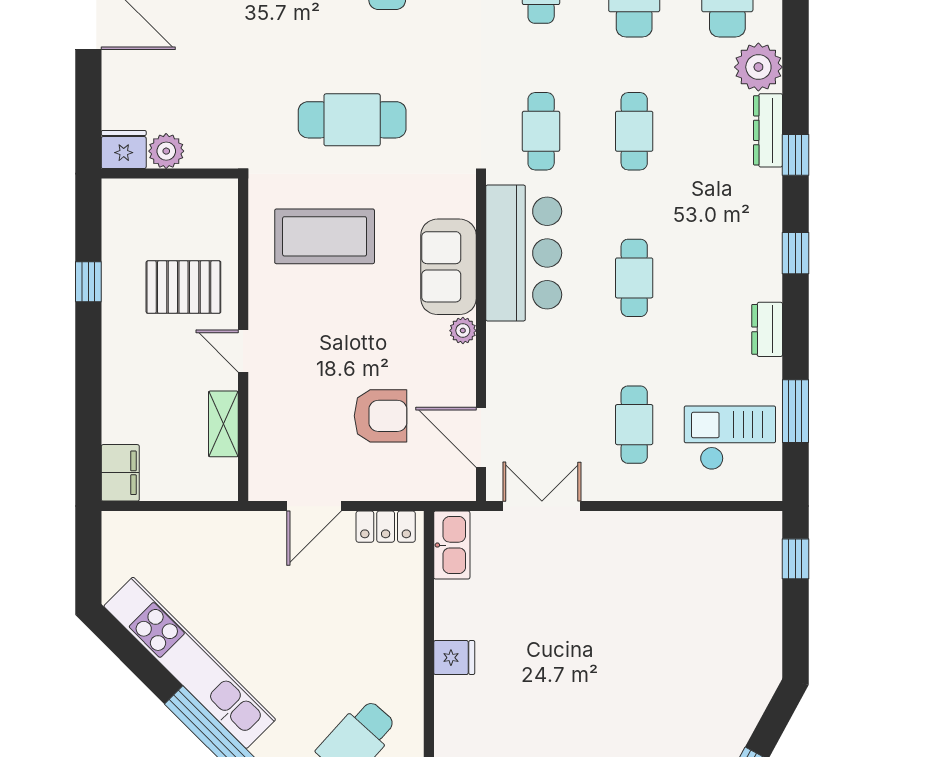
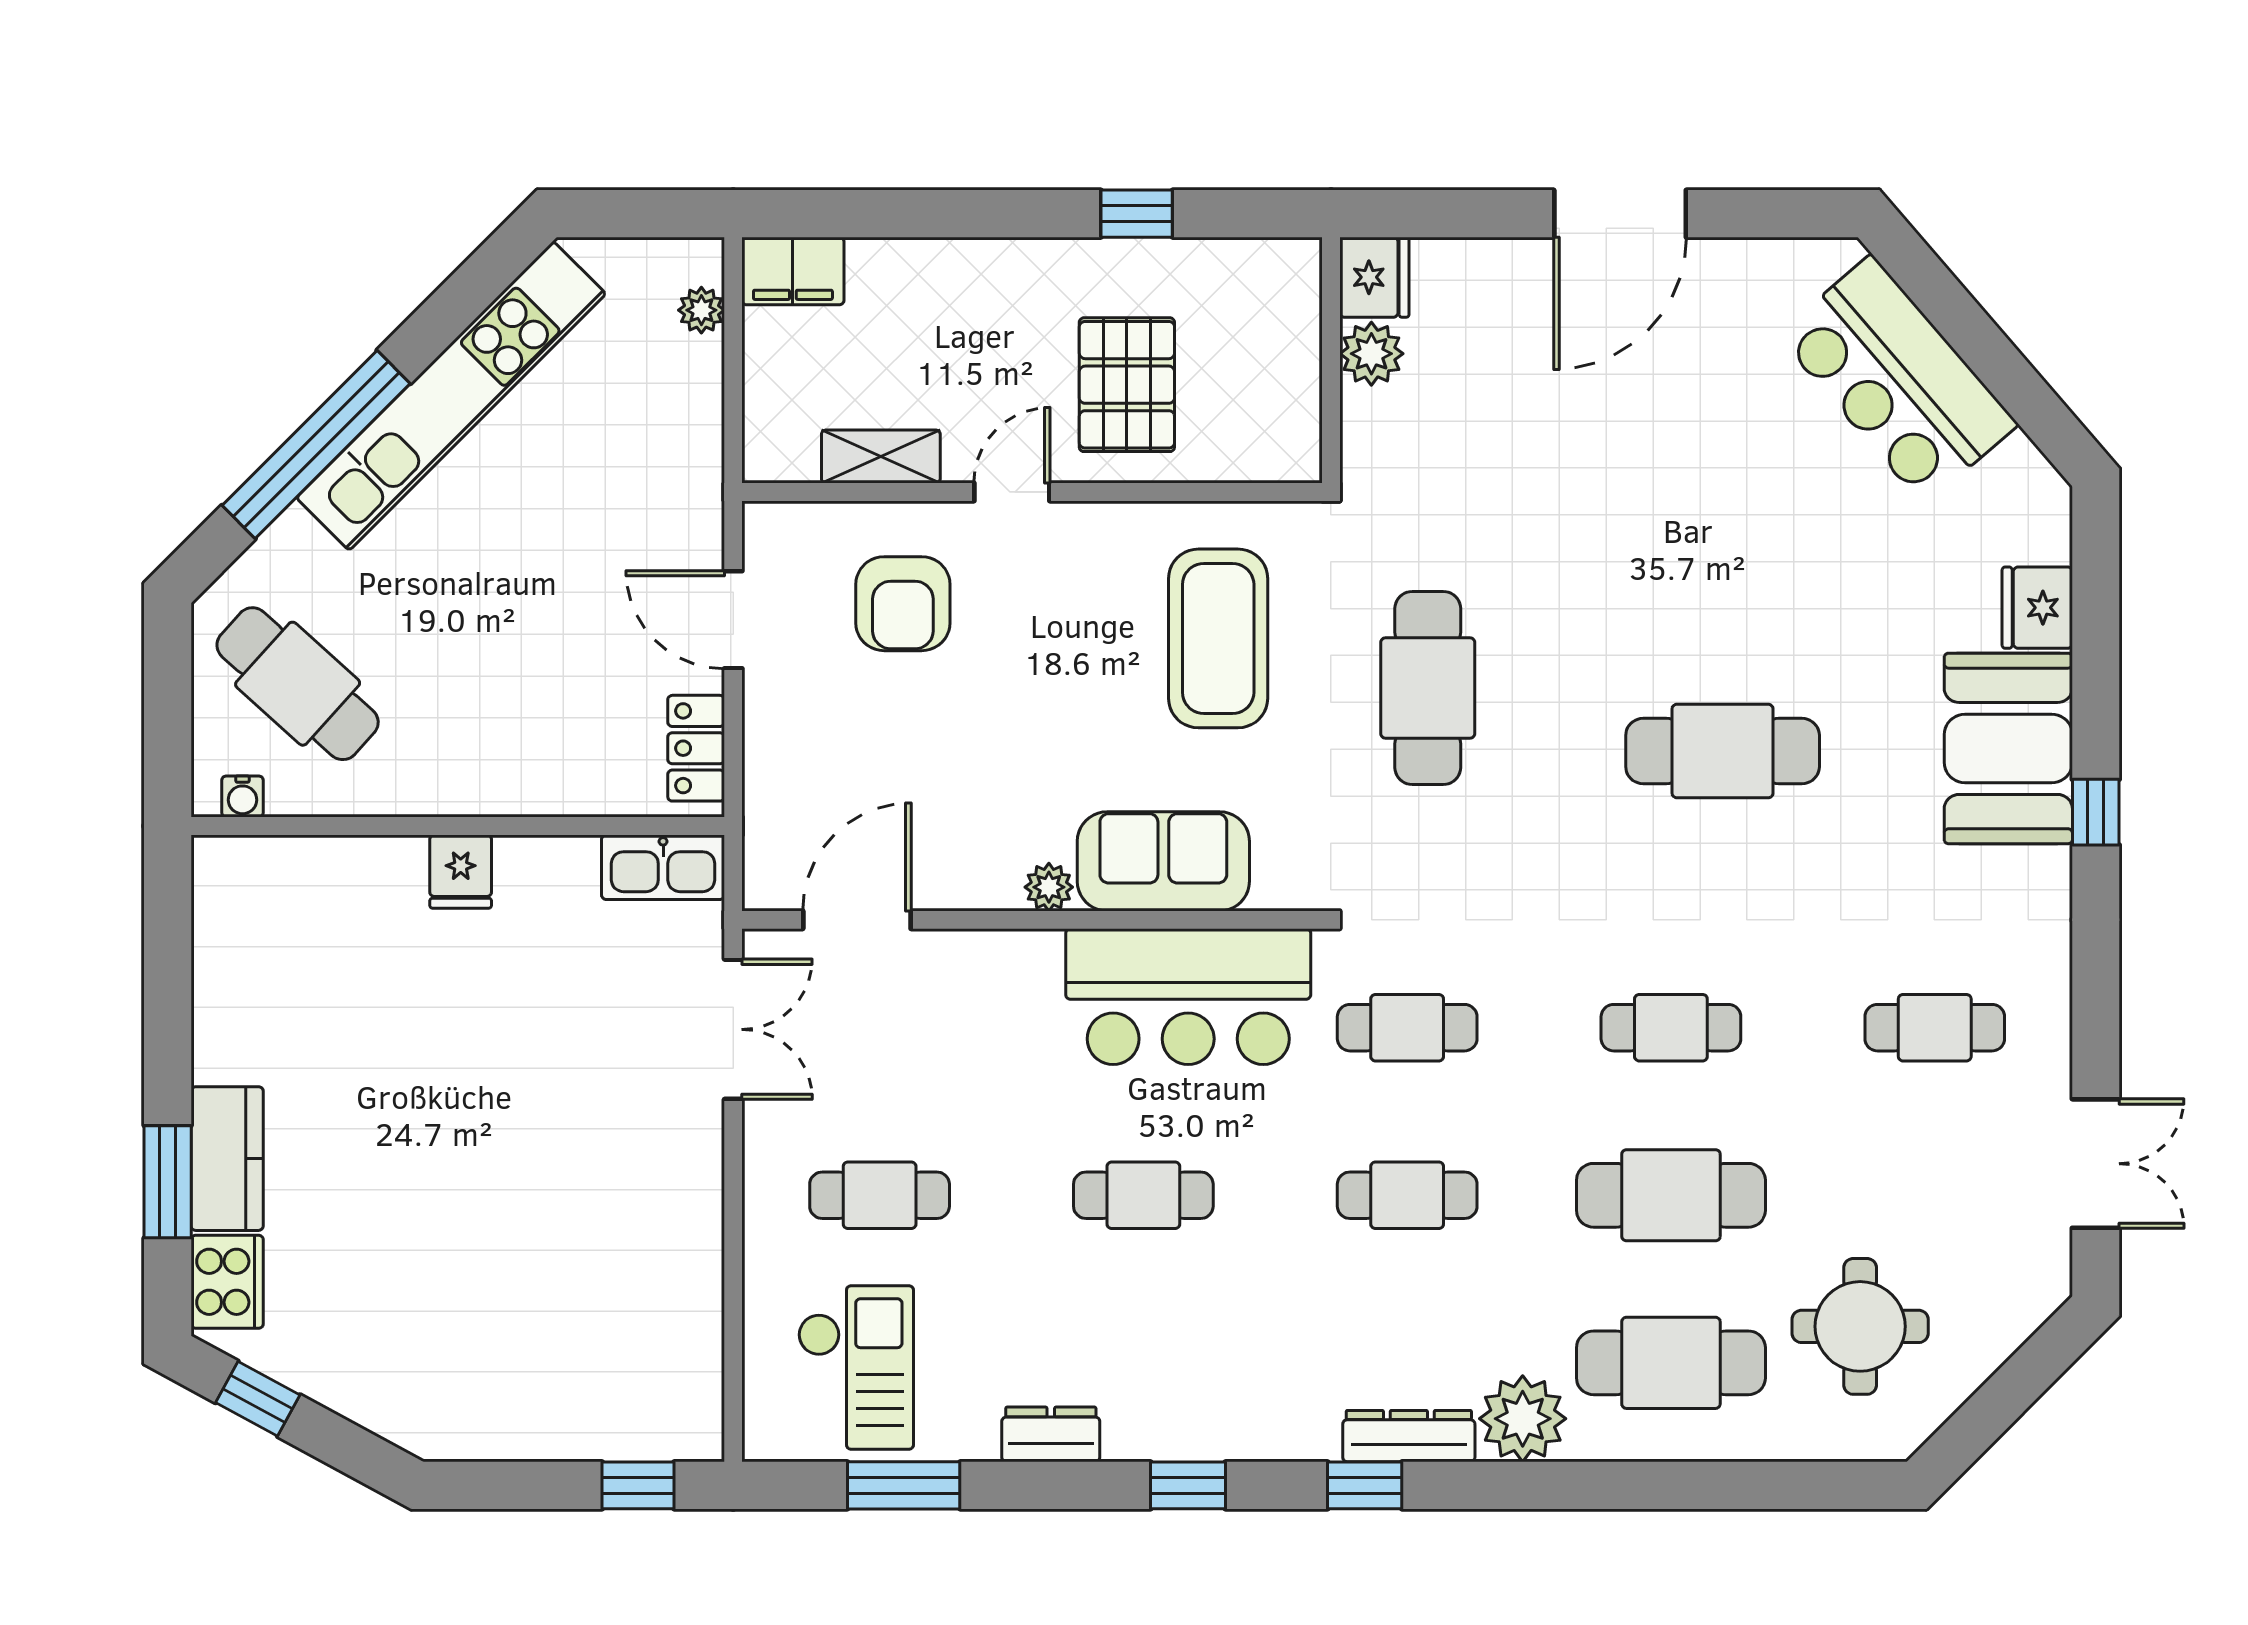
armchair: (381, 416) -> (903, 604), moved
plant: (142, 524) -> (701, 310), added

